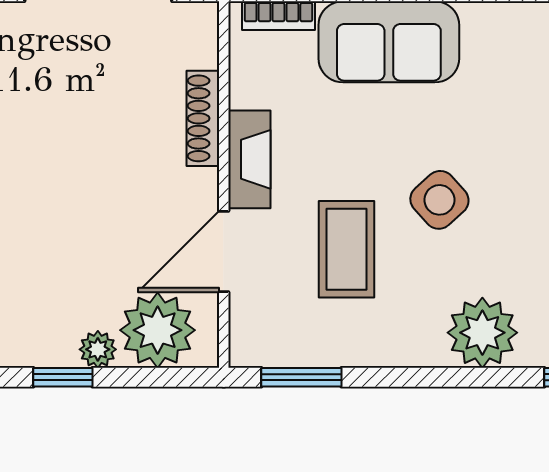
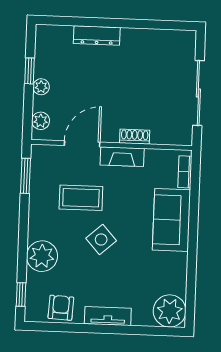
shoe rack: (203, 118) -> (135, 137), width x0.70
door: (224, 251) -> (82, 144), hinge flipped
plant: (158, 330) -> (41, 121), width x0.53, depth x0.53

